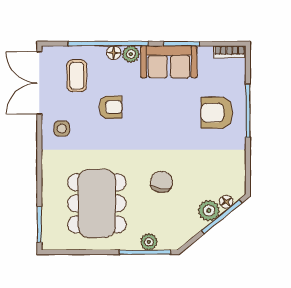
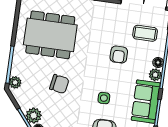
side table: (62, 128) -> (104, 98), moved
plant: (149, 242) -> (15, 82), moved

